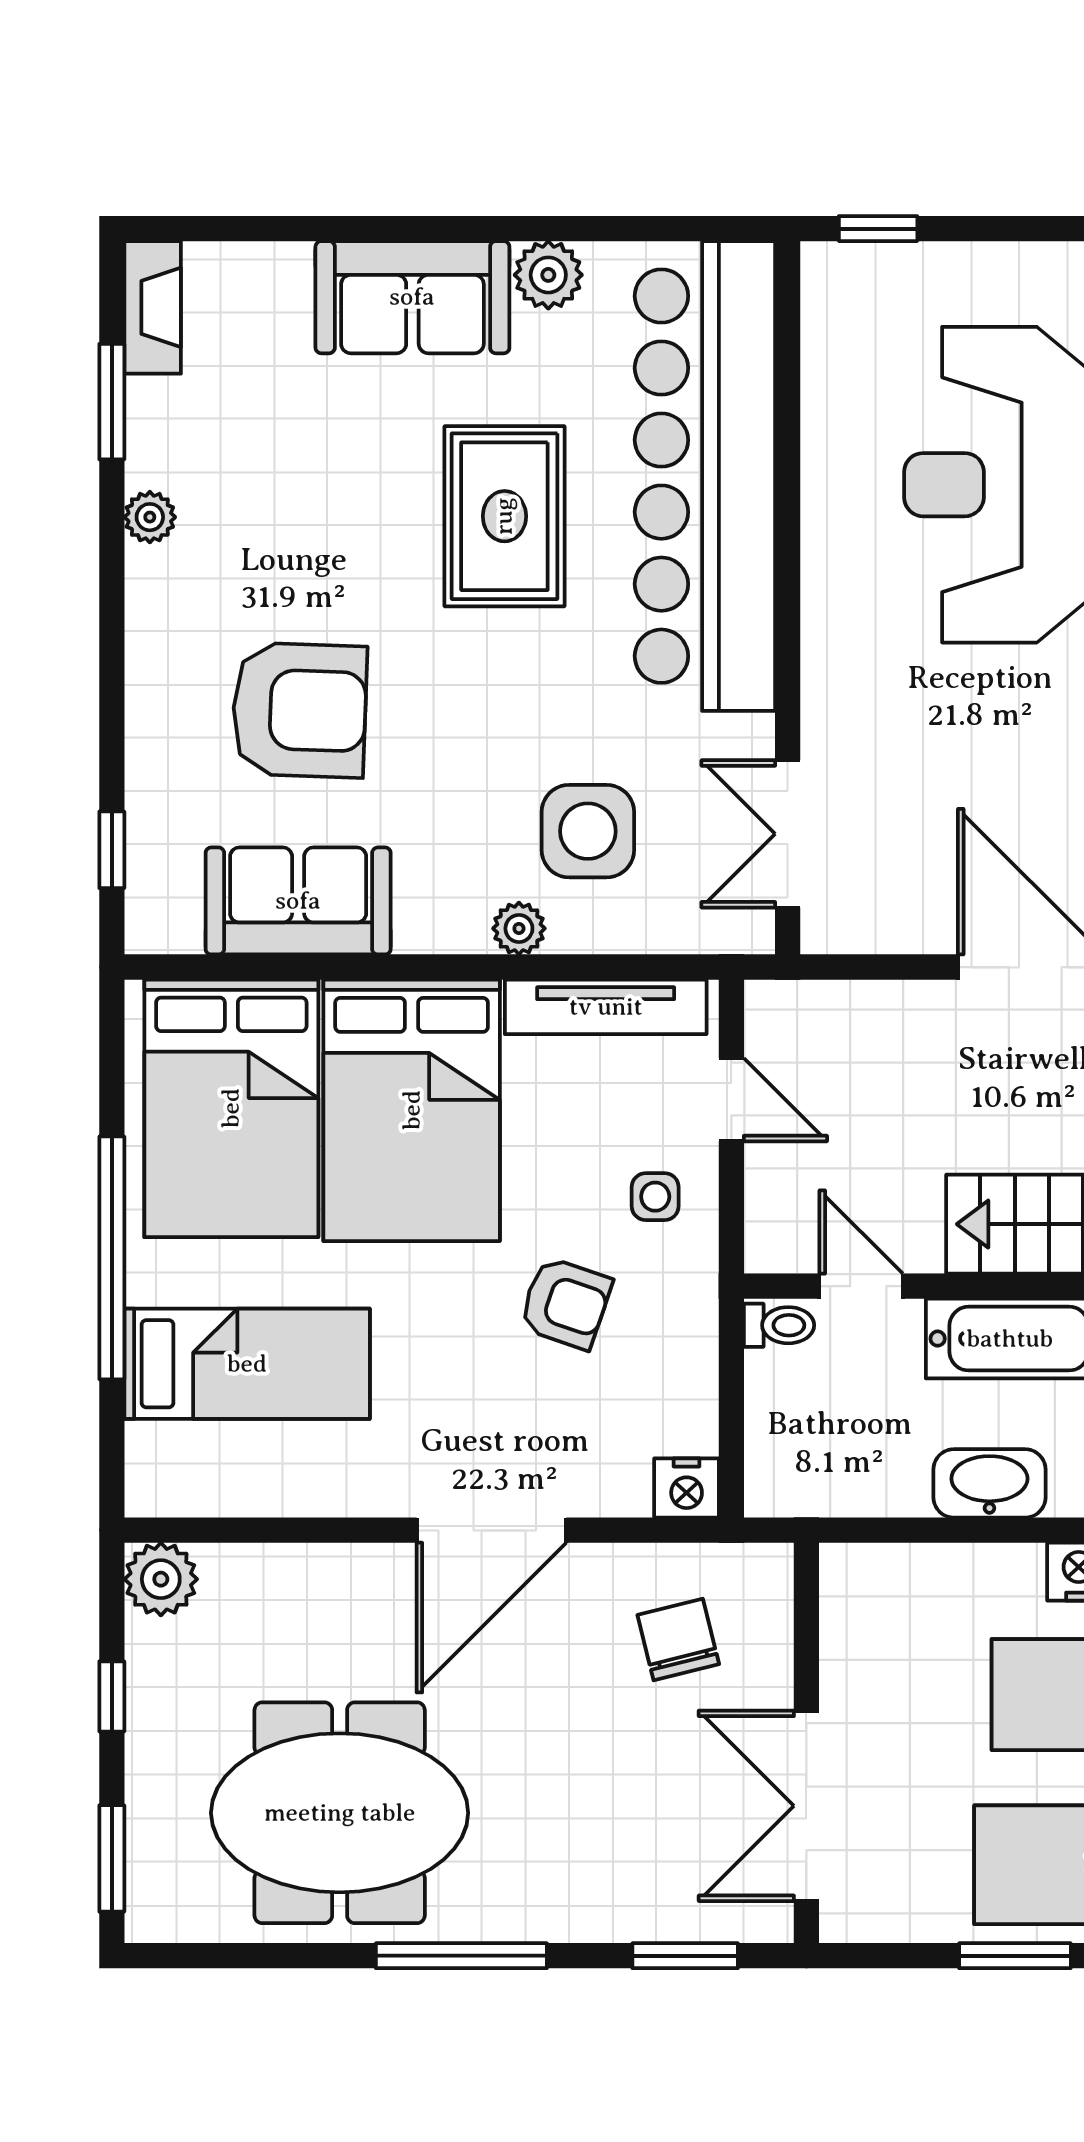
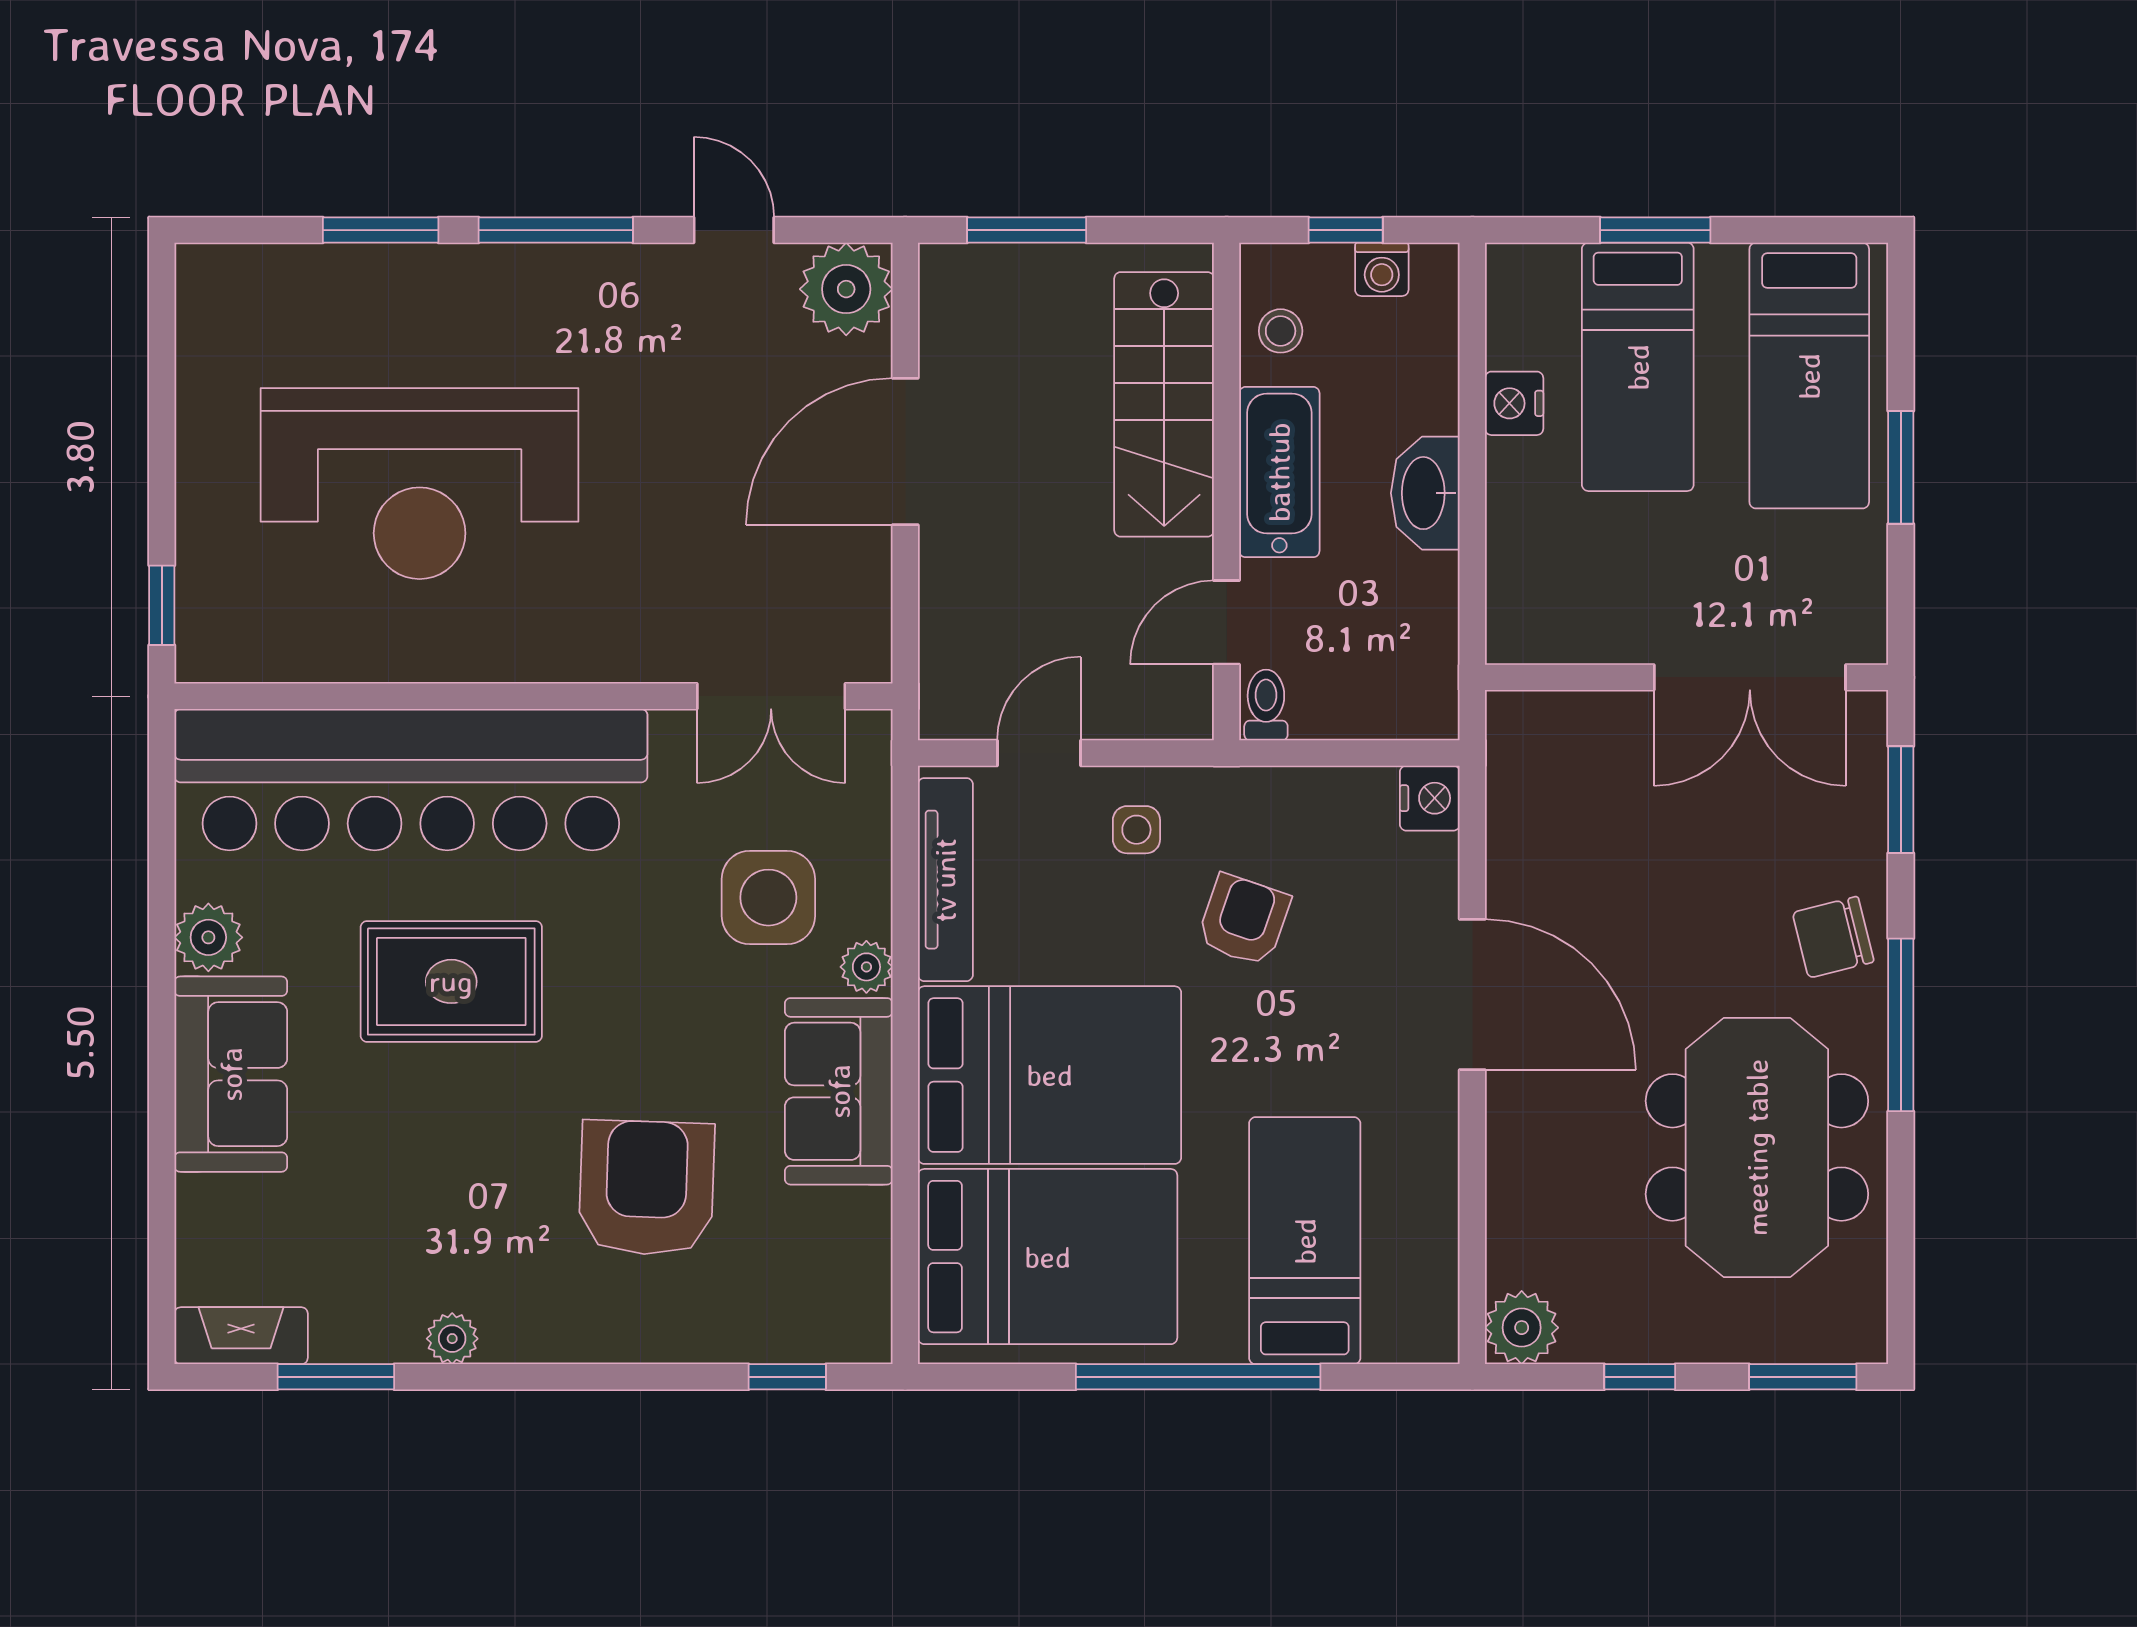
sofa: (298, 901) -> (839, 1091), moved
chair: (678, 1640) -> (1833, 937), moved

